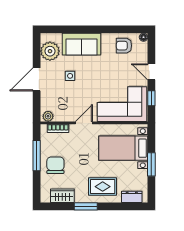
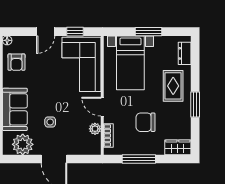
plant: (48, 116) -> (95, 129), moved
chair: (55, 165) -> (146, 122), moved
wardrobe: (62, 196) -> (178, 147), moved, turned 90

